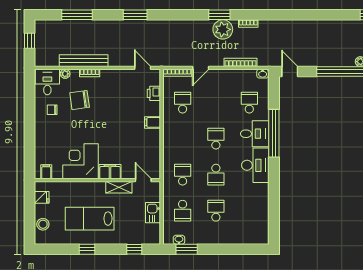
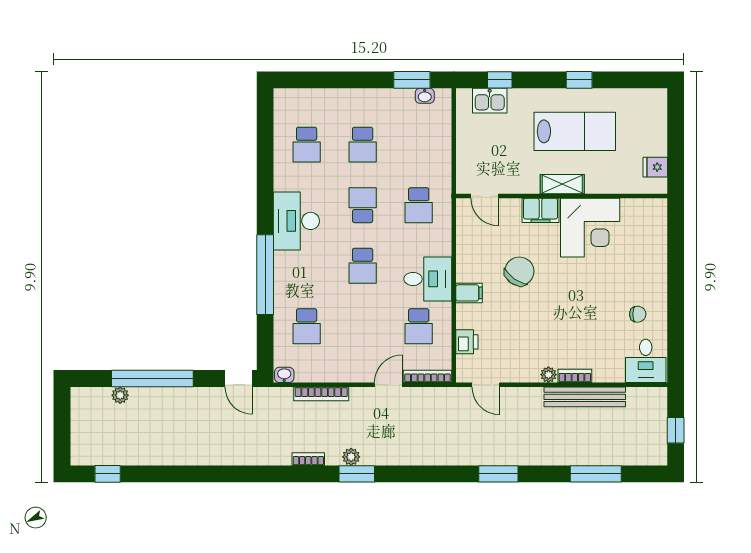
plant: (223, 29) -> (351, 457), width x0.53, depth x0.53
plant: (65, 74) -> (548, 375), moved
chair: (80, 100) -> (519, 271), moved, turned -47
desk: (255, 134) -> (428, 279), moved, turned 180
filing cabinet: (46, 172) -> (648, 210), removed
shelving: (119, 187) -> (562, 184), moved
school desk: (183, 211) -> (307, 145), moved, turned 180
kitchen sink: (153, 213) -> (490, 101), moved, turned 90
stool: (43, 224) -> (653, 122), removed

